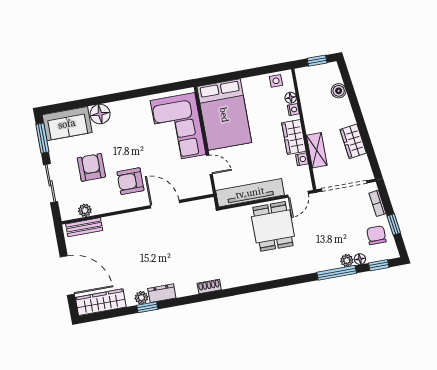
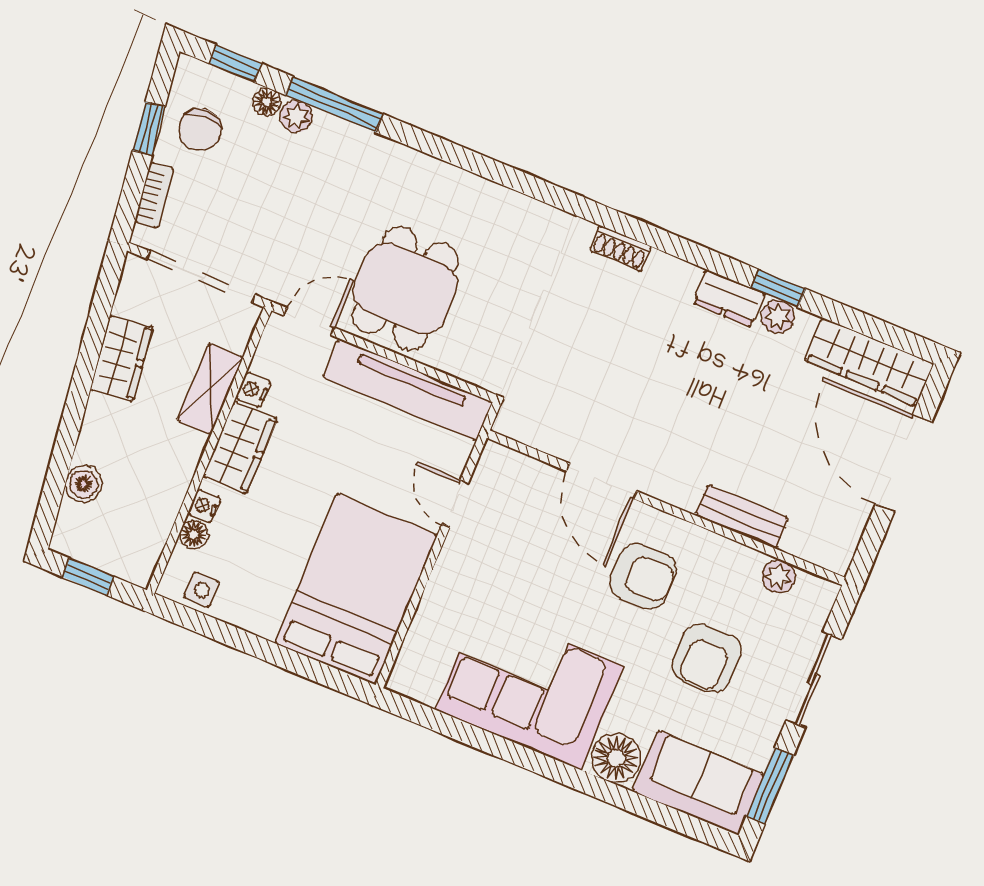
corner sofa: (178, 127) -> (529, 688), moved, turned -90
bench: (84, 227) -> (742, 517), moved

